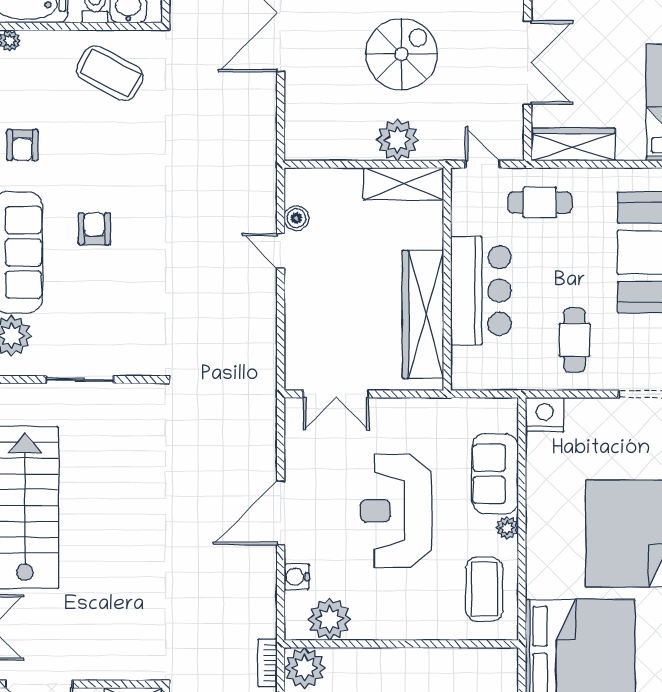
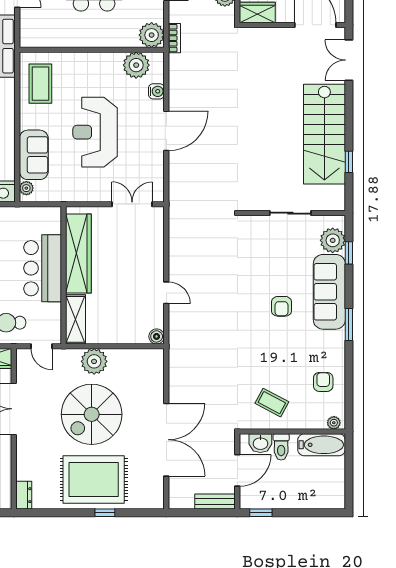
spiral stairs: (401, 54) -> (92, 414), width x1.37, depth x1.37
coffee table: (110, 73) -> (272, 403), width x0.73, depth x0.77
armchair: (22, 145) -> (323, 382), moved
shelving: (404, 184) -> (75, 319), moved, turned 90
boiler: (296, 218) -> (157, 336), moved
reception desk: (396, 511) -> (95, 132), turned 180
plant: (507, 528) -> (26, 188), moved

